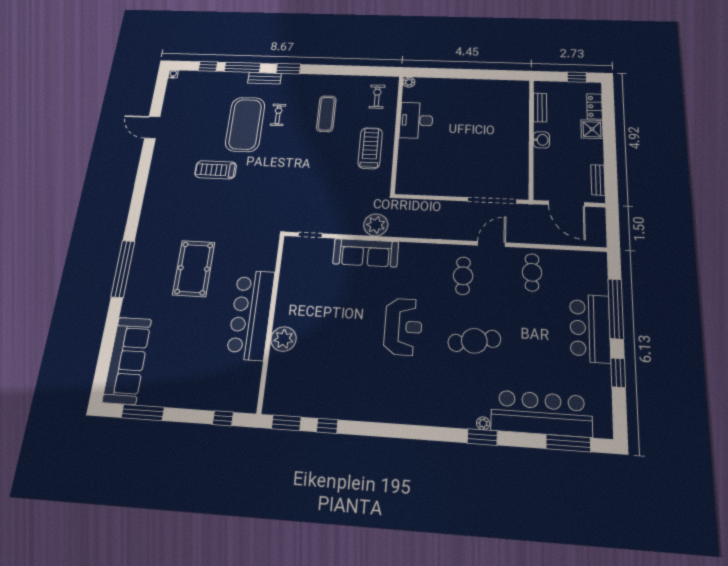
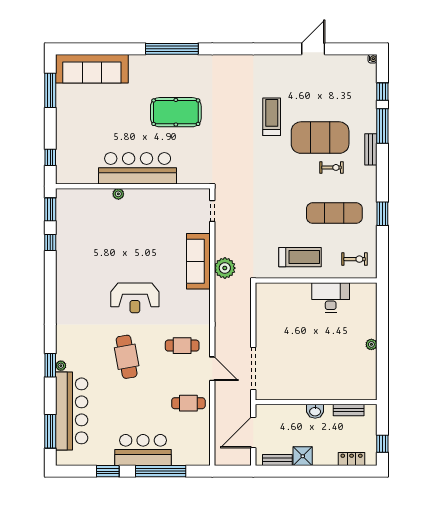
window: (288, 69) -> (382, 214), moved
plant: (409, 82) -> (371, 344), moved
exercise mat: (326, 114) -> (334, 213), width x1.36, depth x1.45
shower: (592, 129) -> (303, 456), moved
plant: (284, 339) -> (118, 194), width x0.53, depth x0.53

